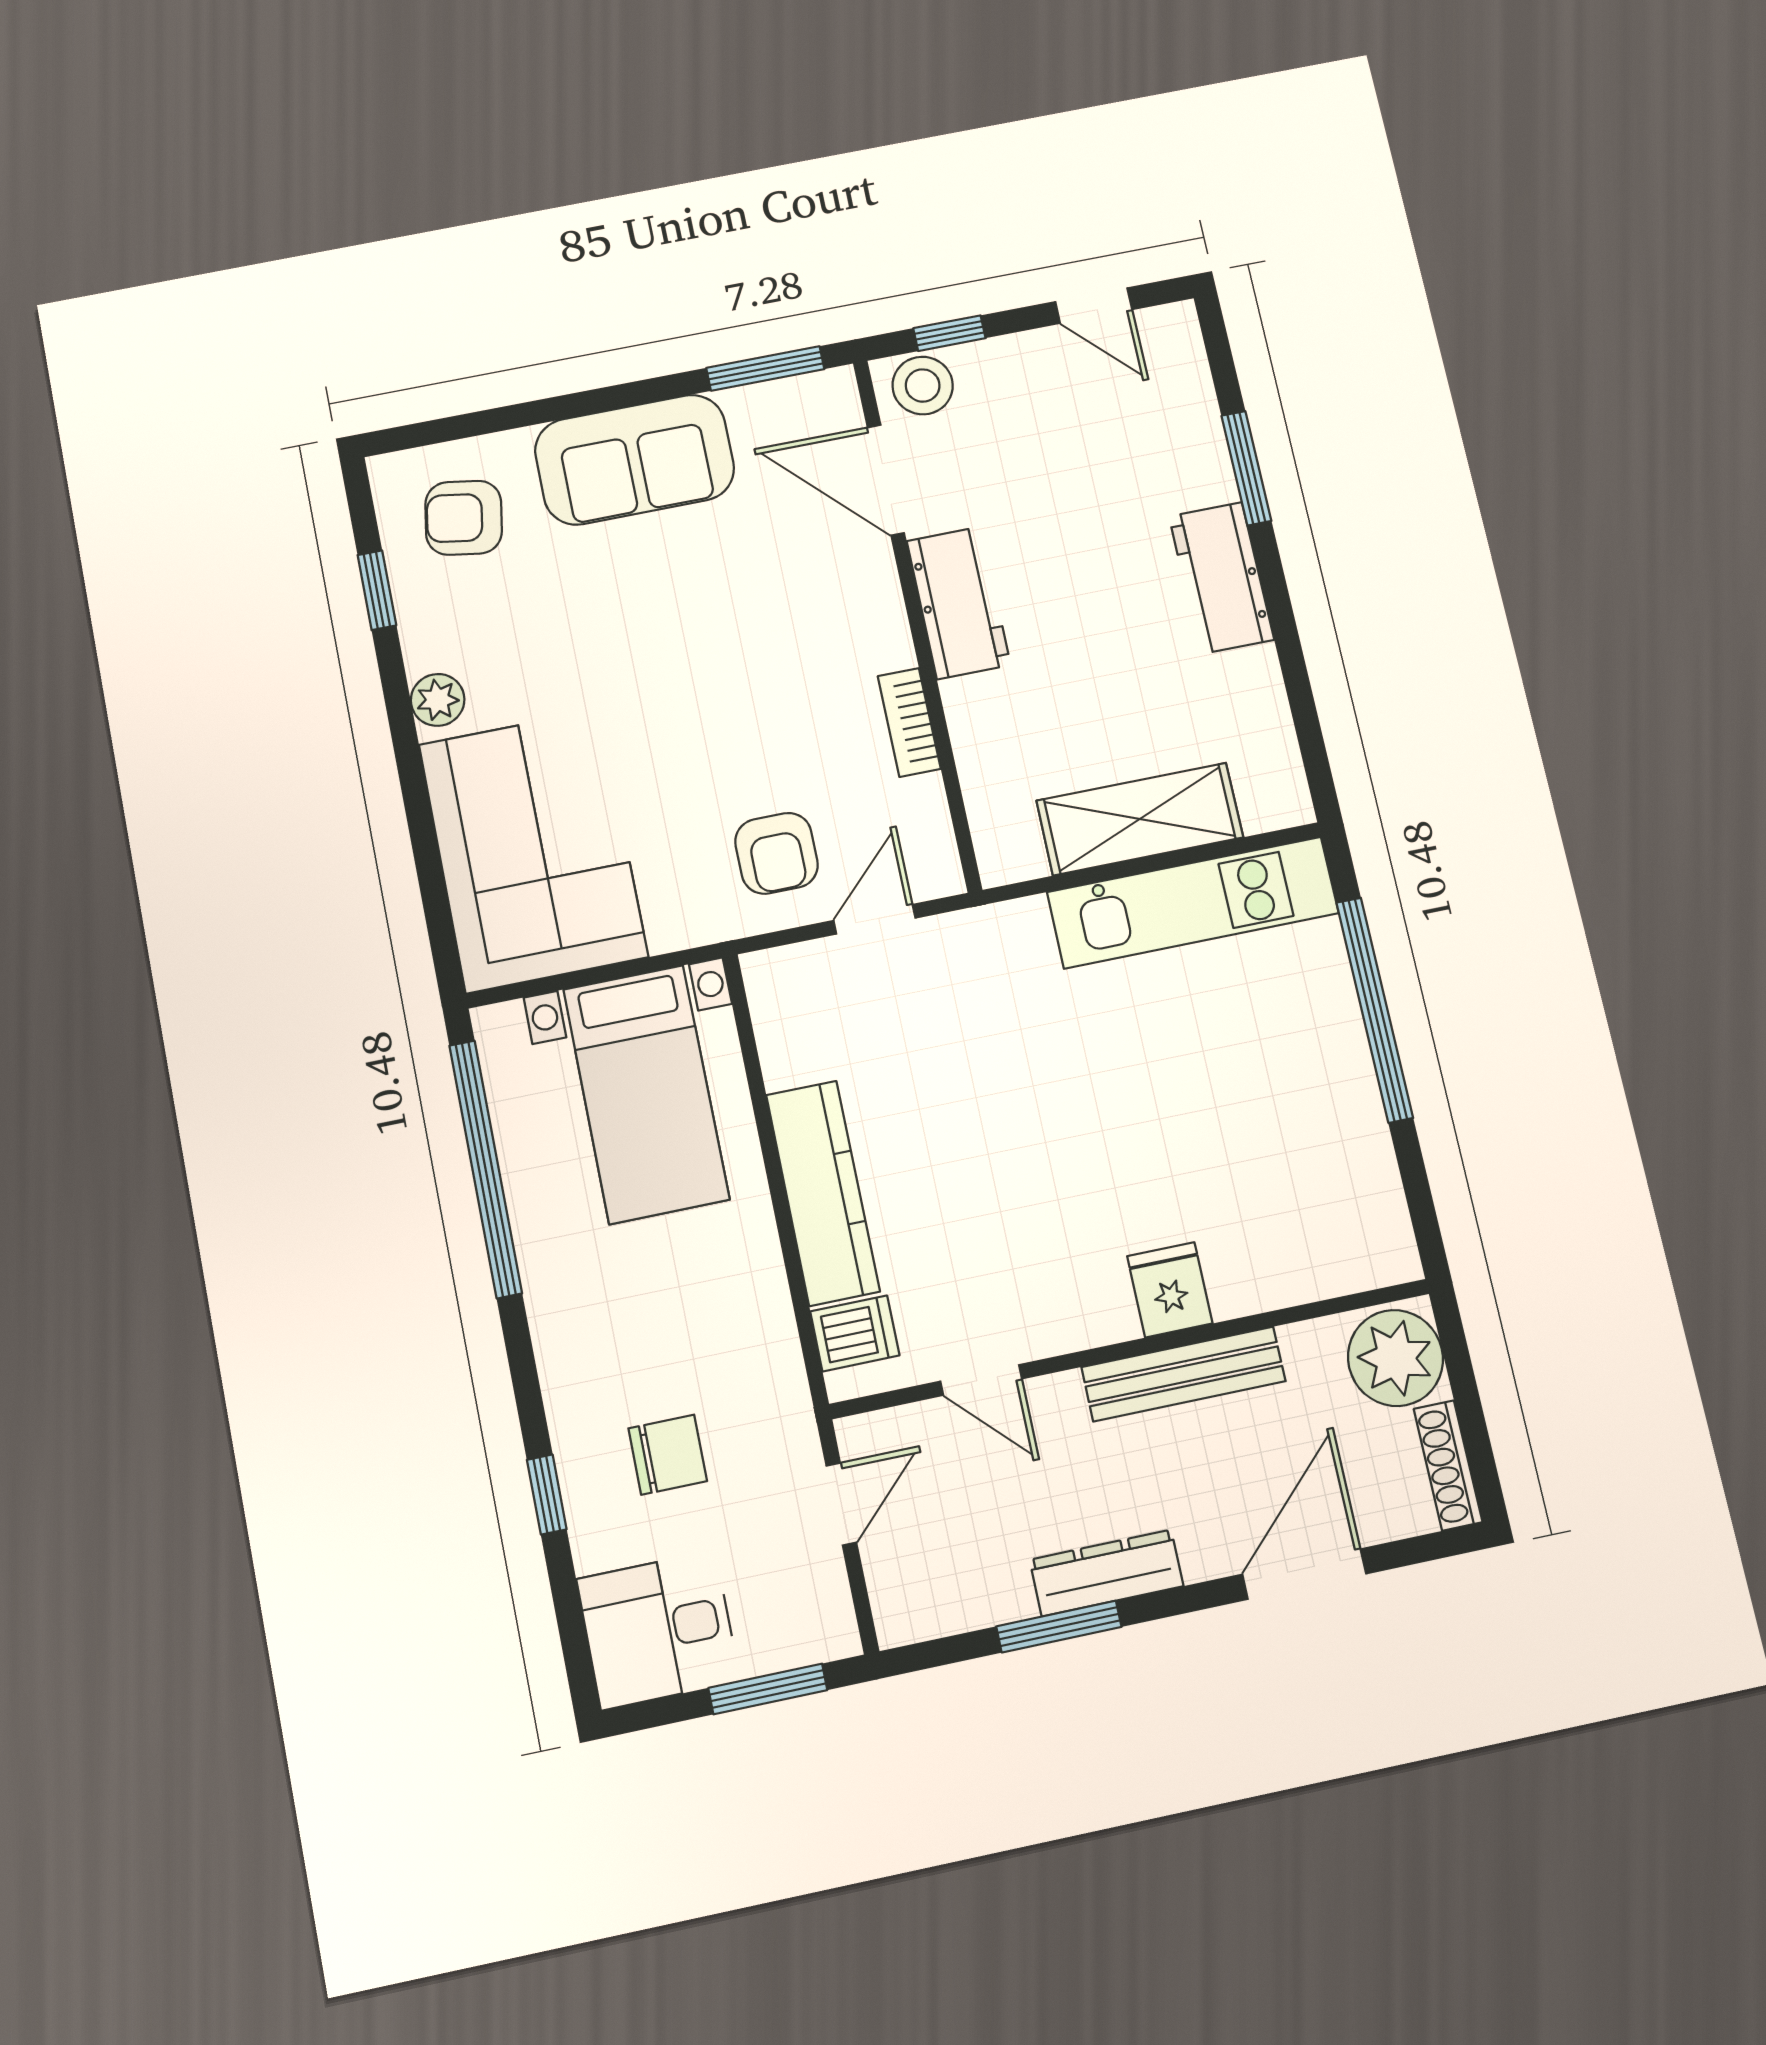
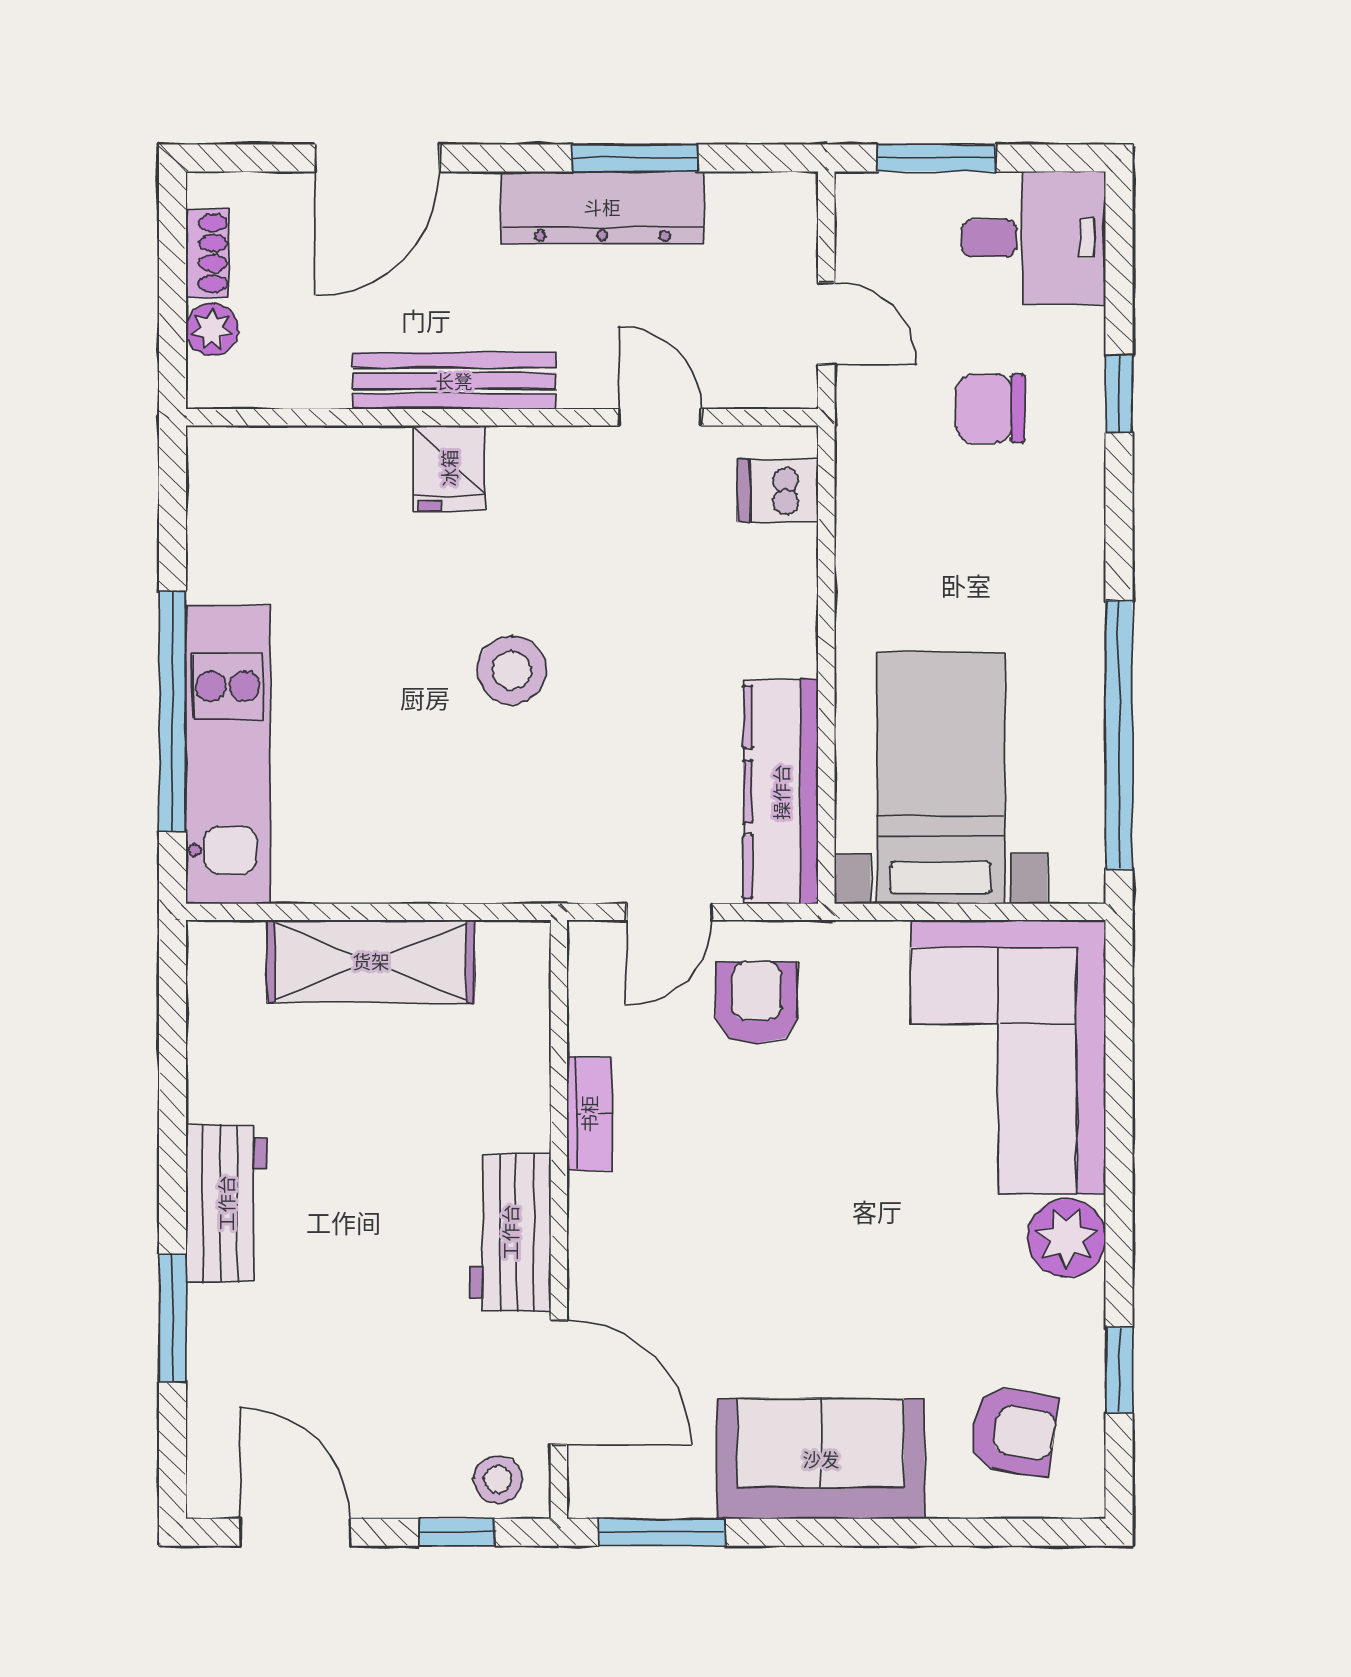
door: (1094, 306) -> (295, 1532), width x1.38
stool: (923, 386) -> (498, 1480), width x0.73, depth x0.73
plant: (438, 700) -> (1067, 1238), width x1.38, depth x1.38
kitchen unit: (1193, 903) -> (228, 755), moved, turned 90
stool: (1069, 1112) -> (512, 670), added
kitchen counter: (823, 1193) -> (781, 792), moved
plant: (1395, 1358) -> (212, 329), width x0.53, depth x0.53
shoe rack: (1448, 1465) -> (207, 253), width x0.70
door: (841, 1504) -> (826, 323), swing flipped
dresser: (1107, 1573) -> (602, 207), width x1.37, depth x1.24

